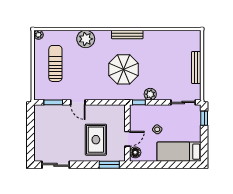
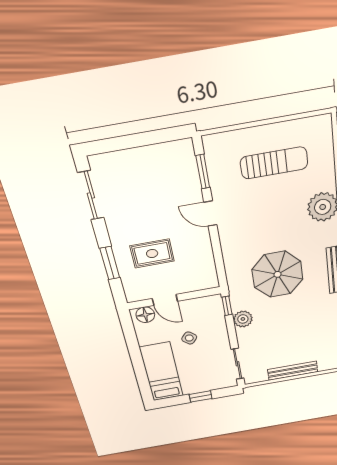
plant: (38, 35) -> (324, 123), removed
door: (78, 102) -> (210, 214), hinge flipped
window: (204, 118) -> (201, 396), moved
rug: (96, 140) -> (152, 253), width x0.73, depth x0.70
window: (109, 165) -> (110, 263), moved

